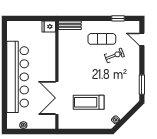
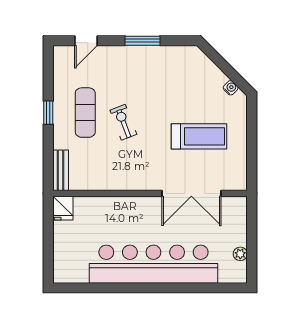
window: (118, 18) -> (48, 113), moved
exercise bike: (114, 55) -> (123, 122), moved
window: (142, 85) -> (142, 41), moved
treadmill: (89, 102) -> (199, 136), turned -90

